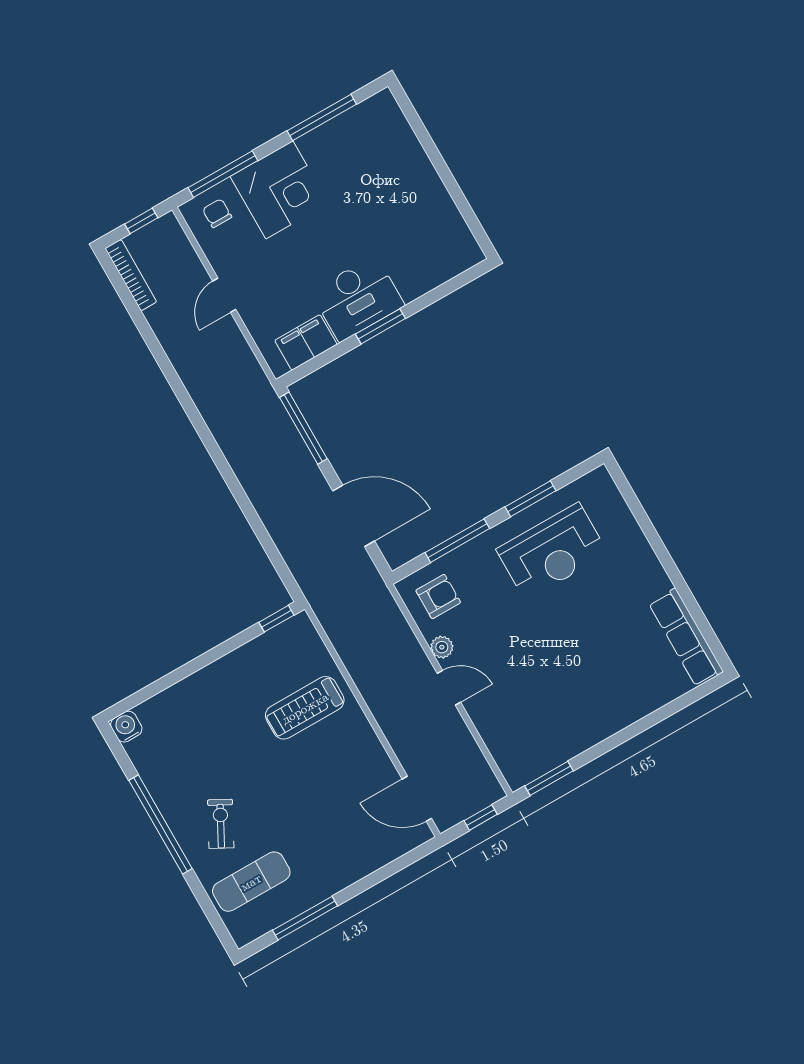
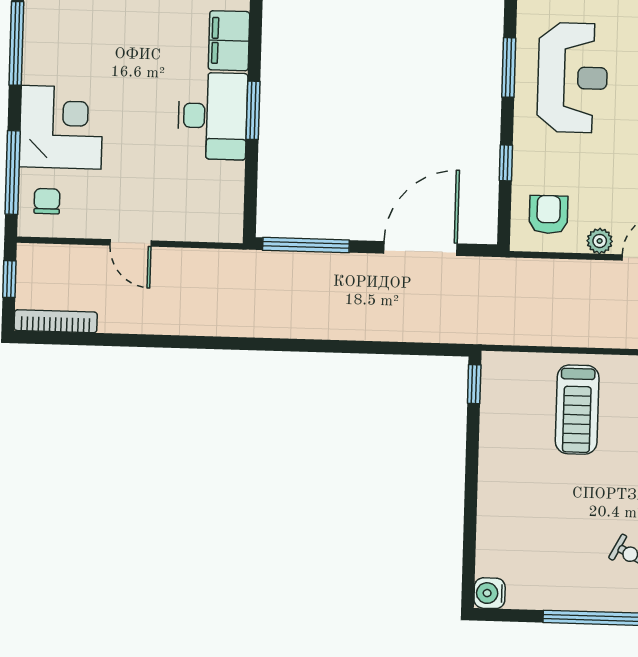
chair: (217, 213) -> (47, 201), turned 90
filing cabinet: (306, 342) -> (229, 41), moved
window: (457, 541) -> (506, 163), width x0.46

